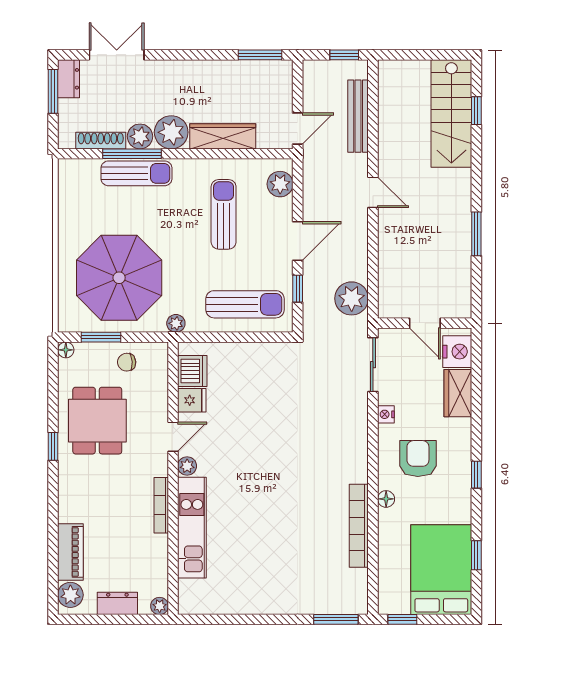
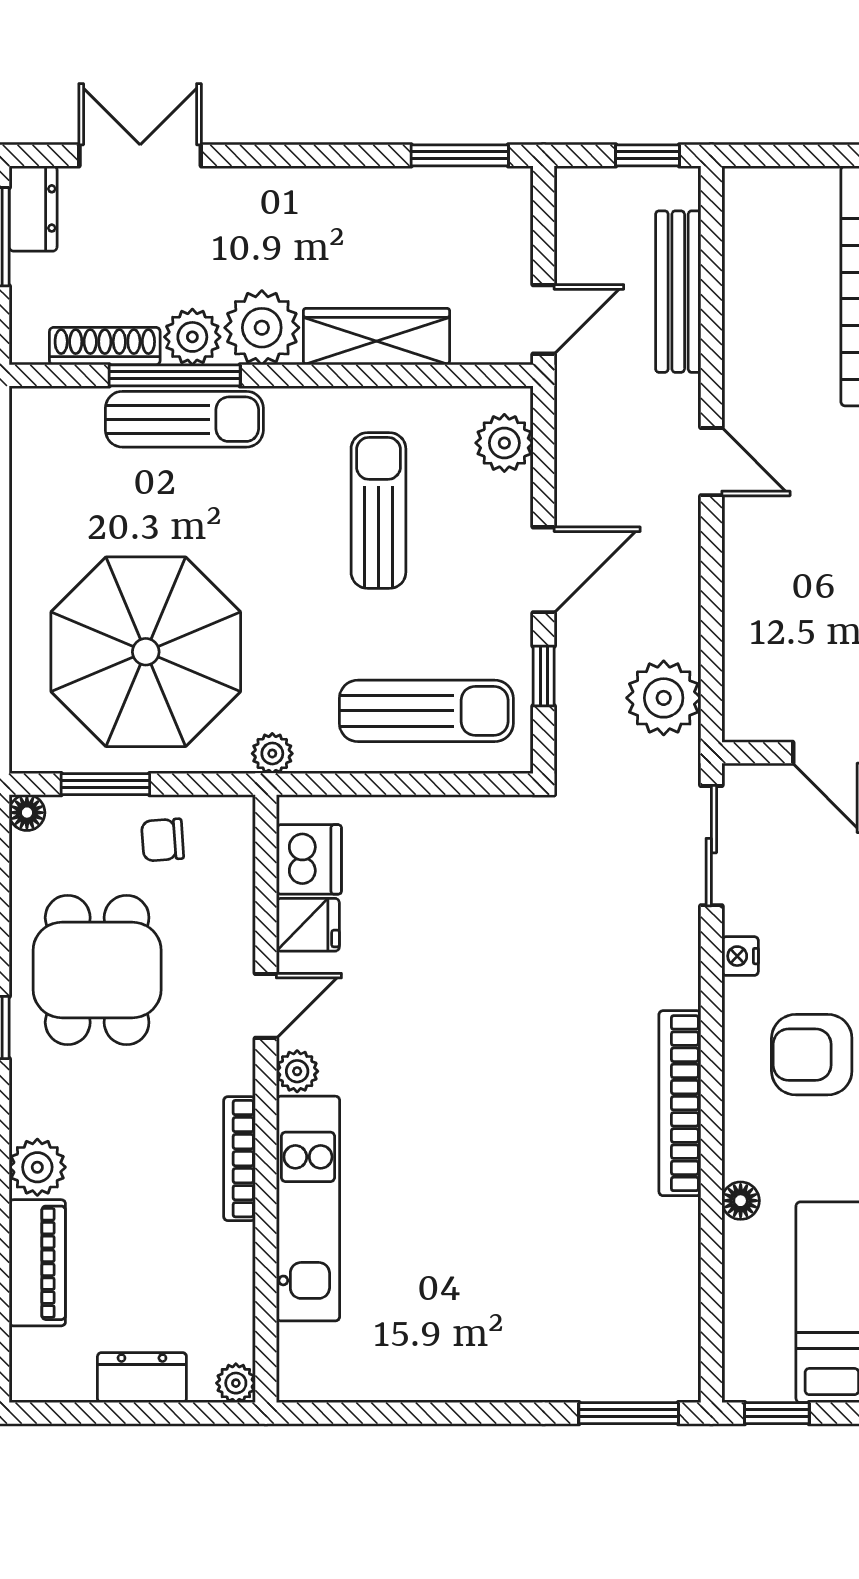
armchair: (418, 459) -> (812, 1055), turned -90
floor lamp: (386, 499) -> (741, 1201), moved
bookcase: (359, 526) -> (680, 1103), moved
plant: (70, 595) -> (37, 1167), moved

